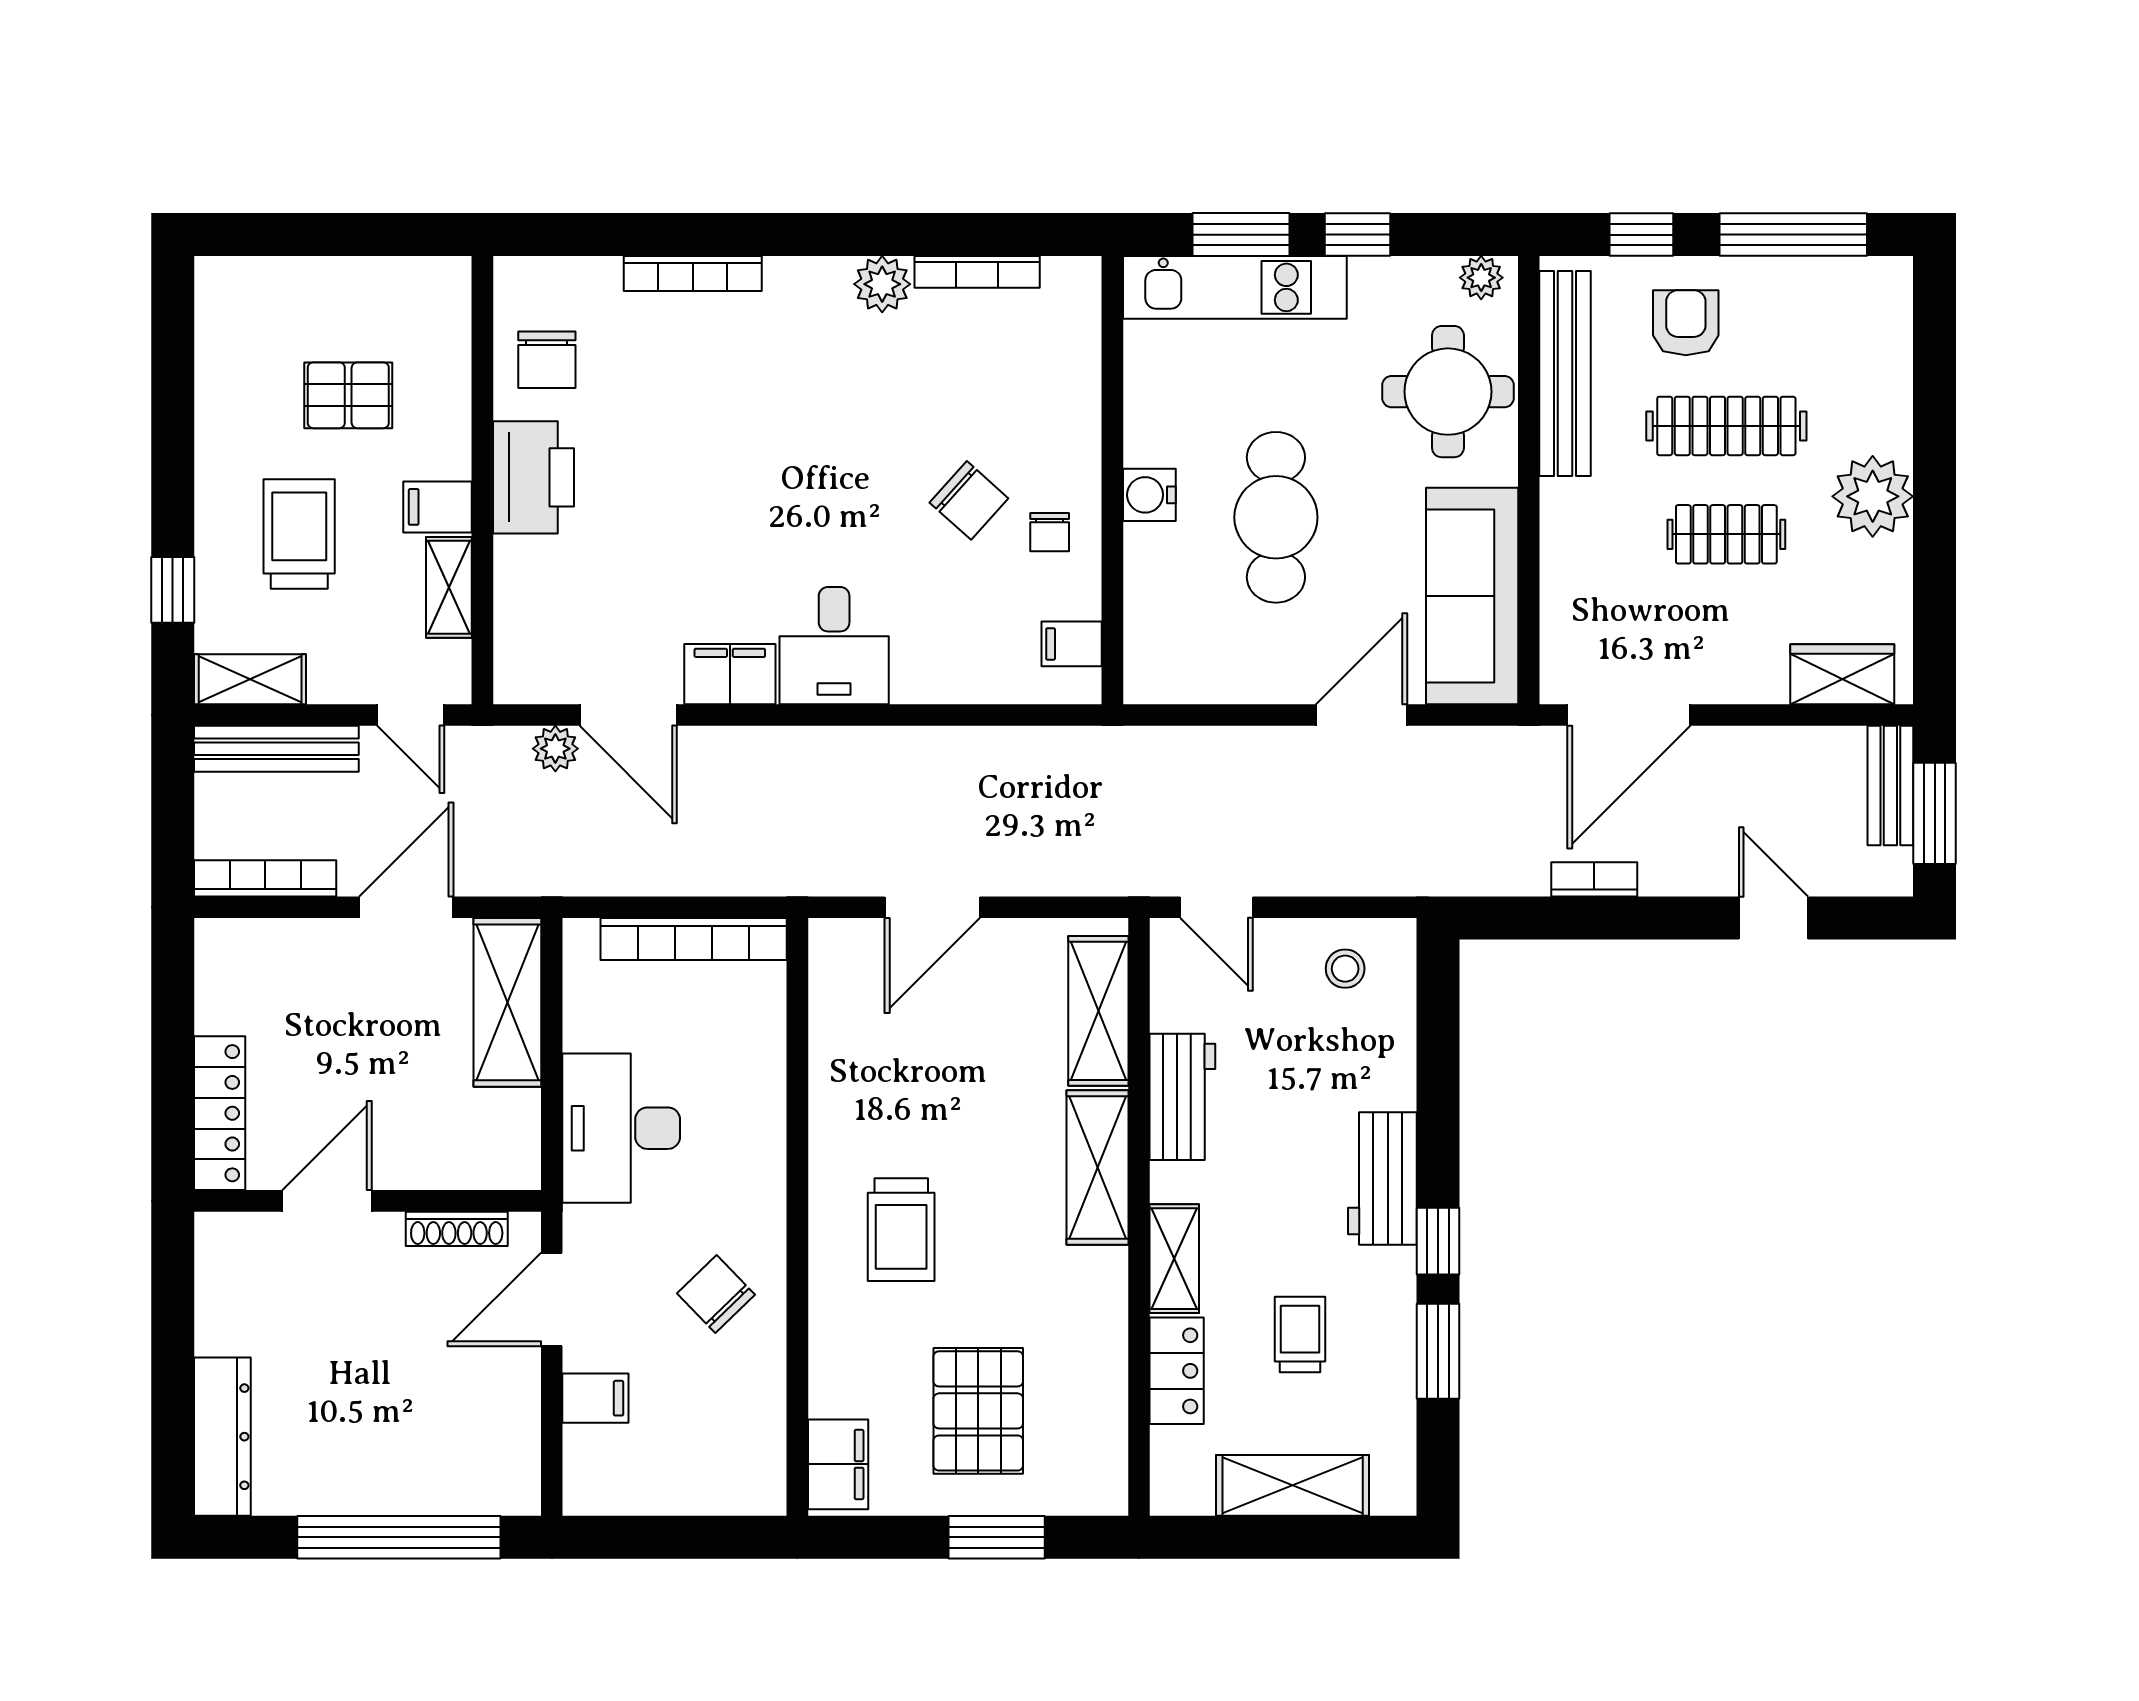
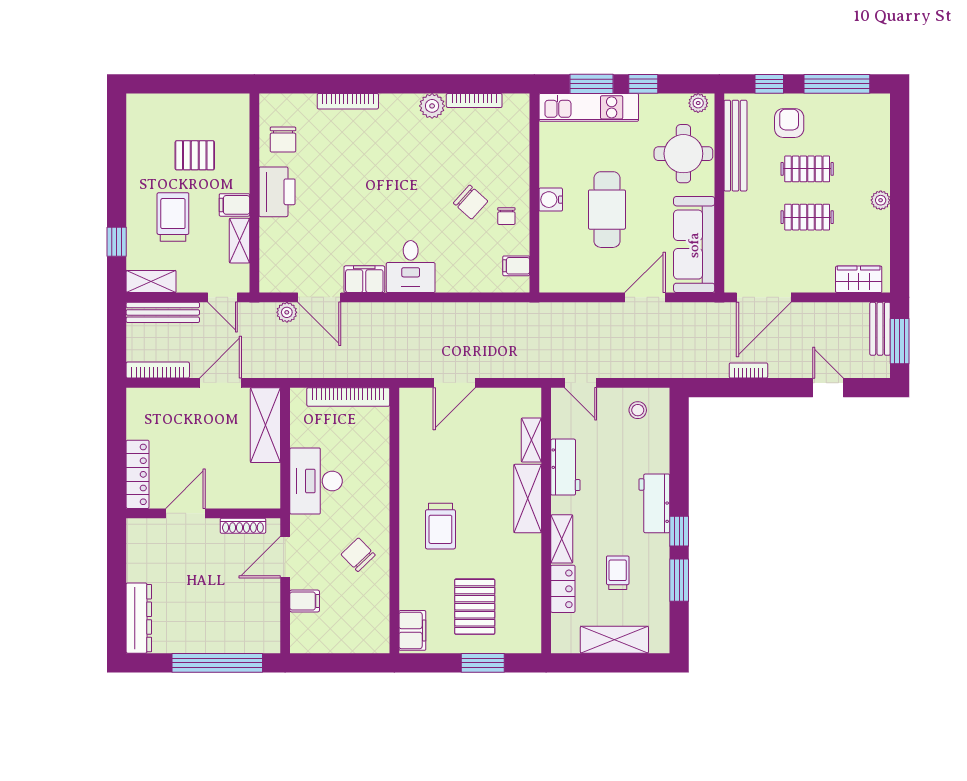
clothes rail: (1726, 426) -> (807, 169), width x0.73
plant: (1873, 496) -> (881, 200), width x0.53, depth x0.53
shelving: (1098, 1011) -> (531, 440), width x0.67, depth x0.75

